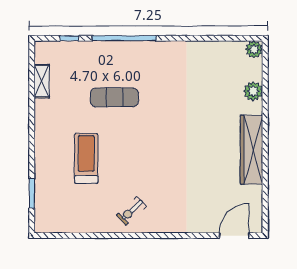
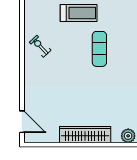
exercise mat: (114, 97) -> (99, 49), moved

